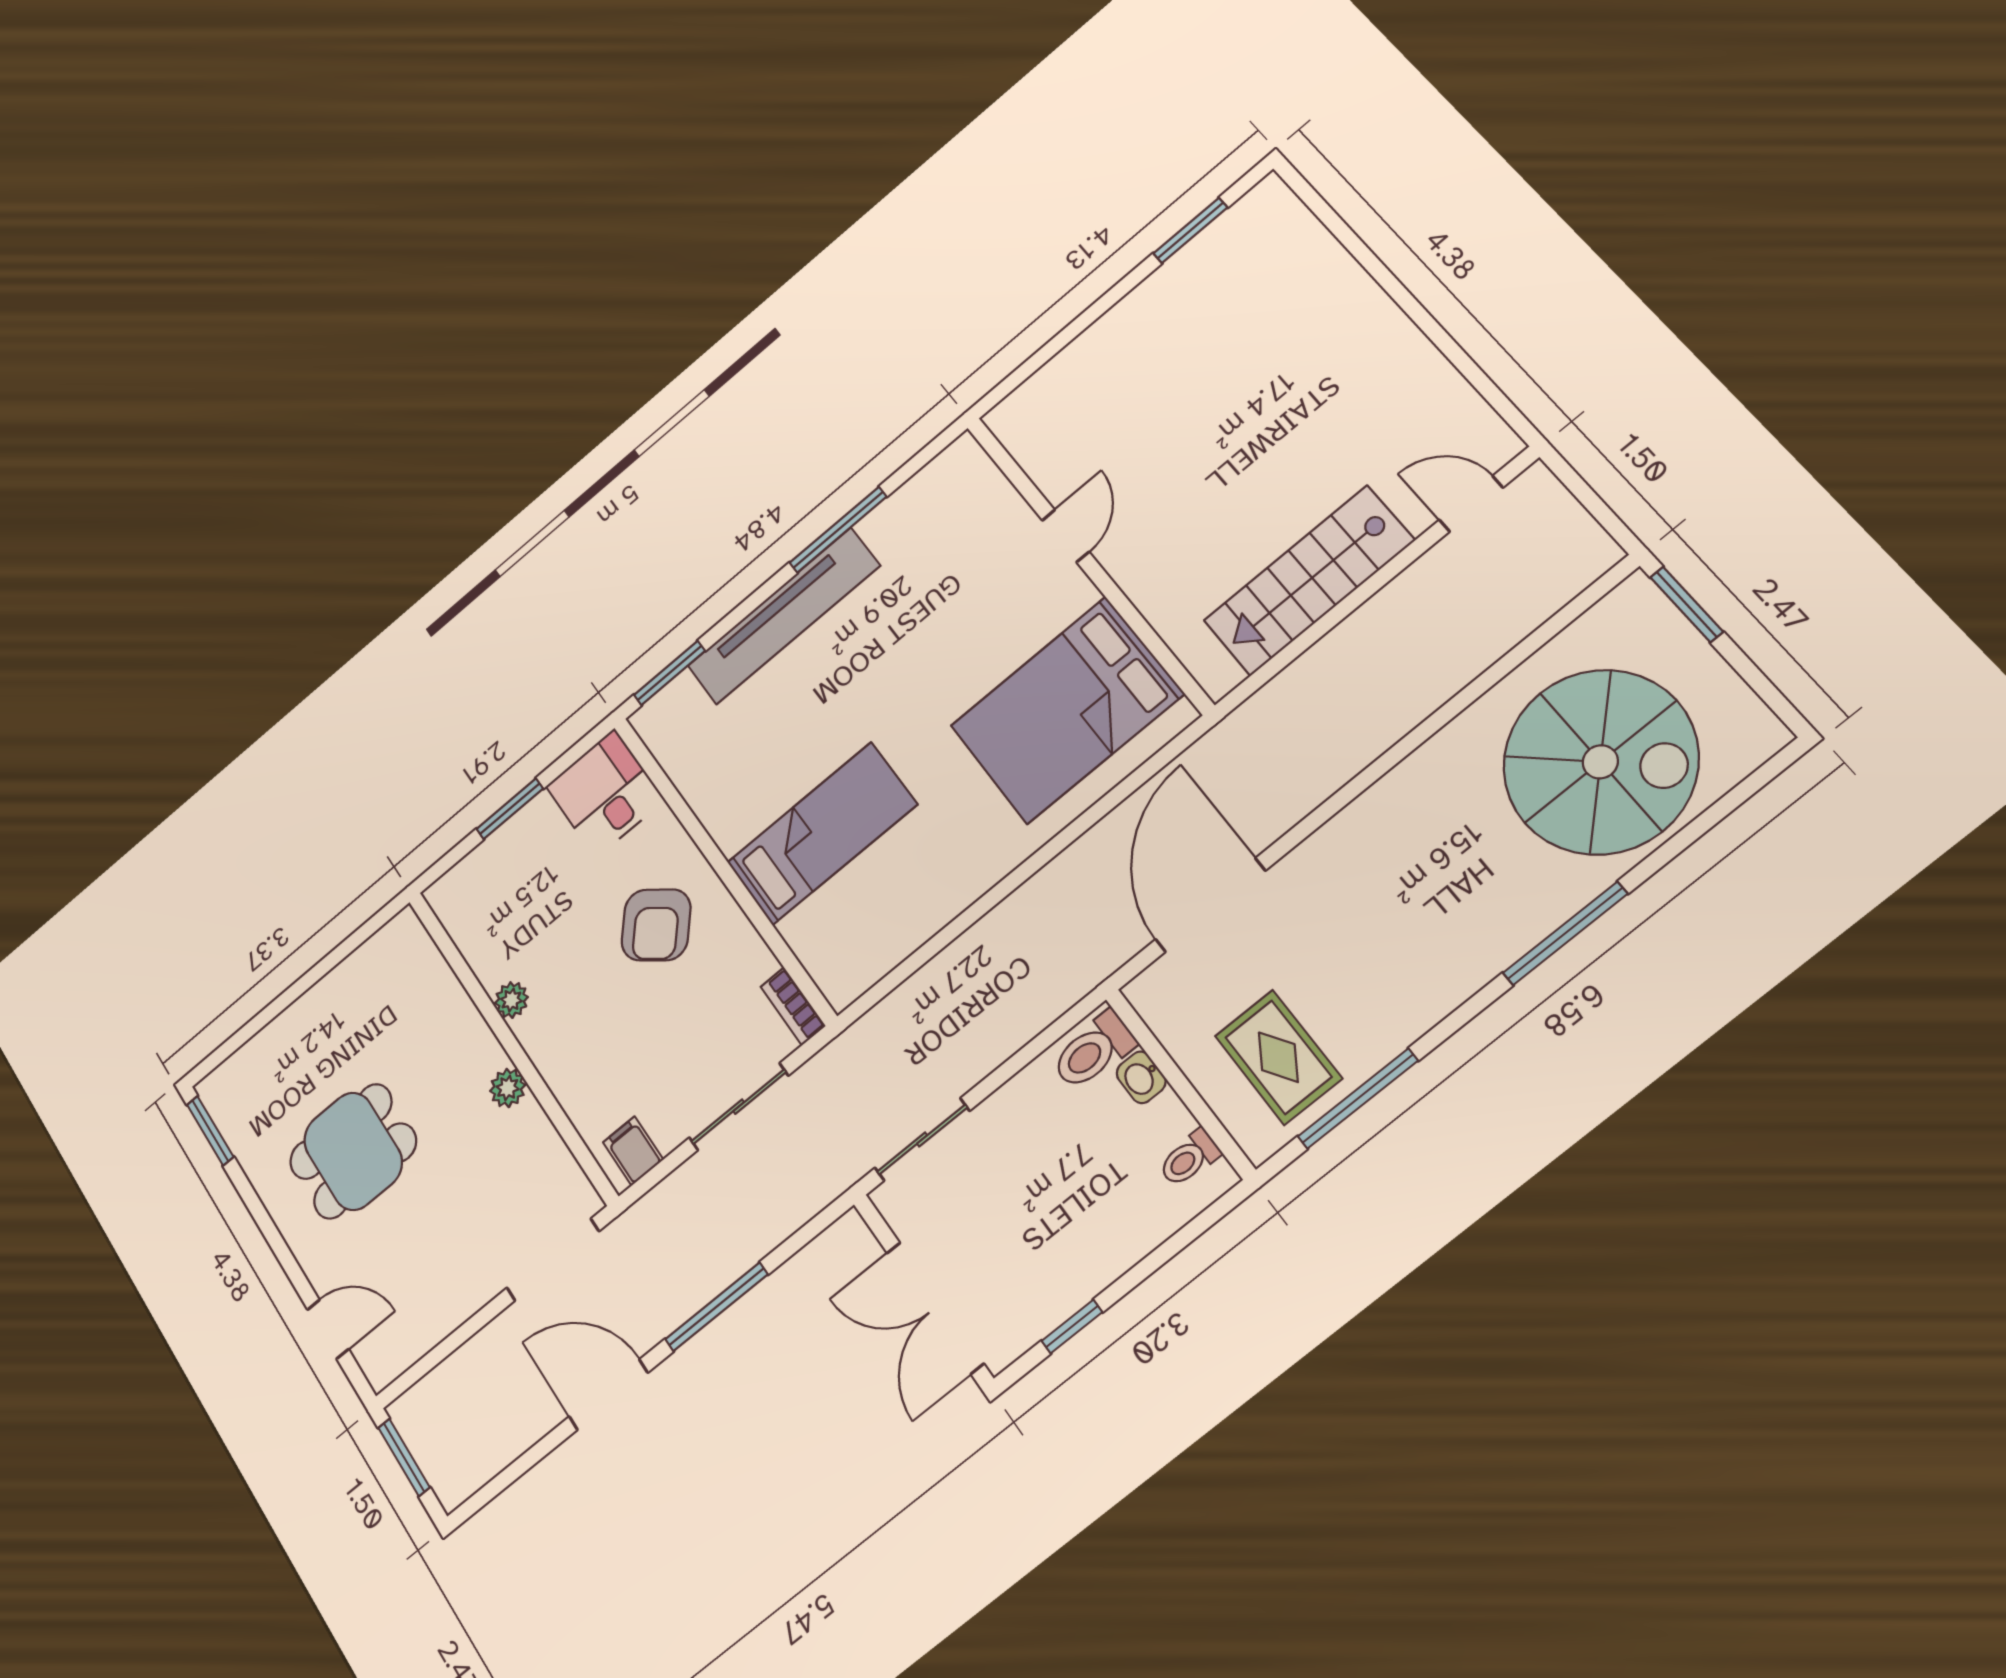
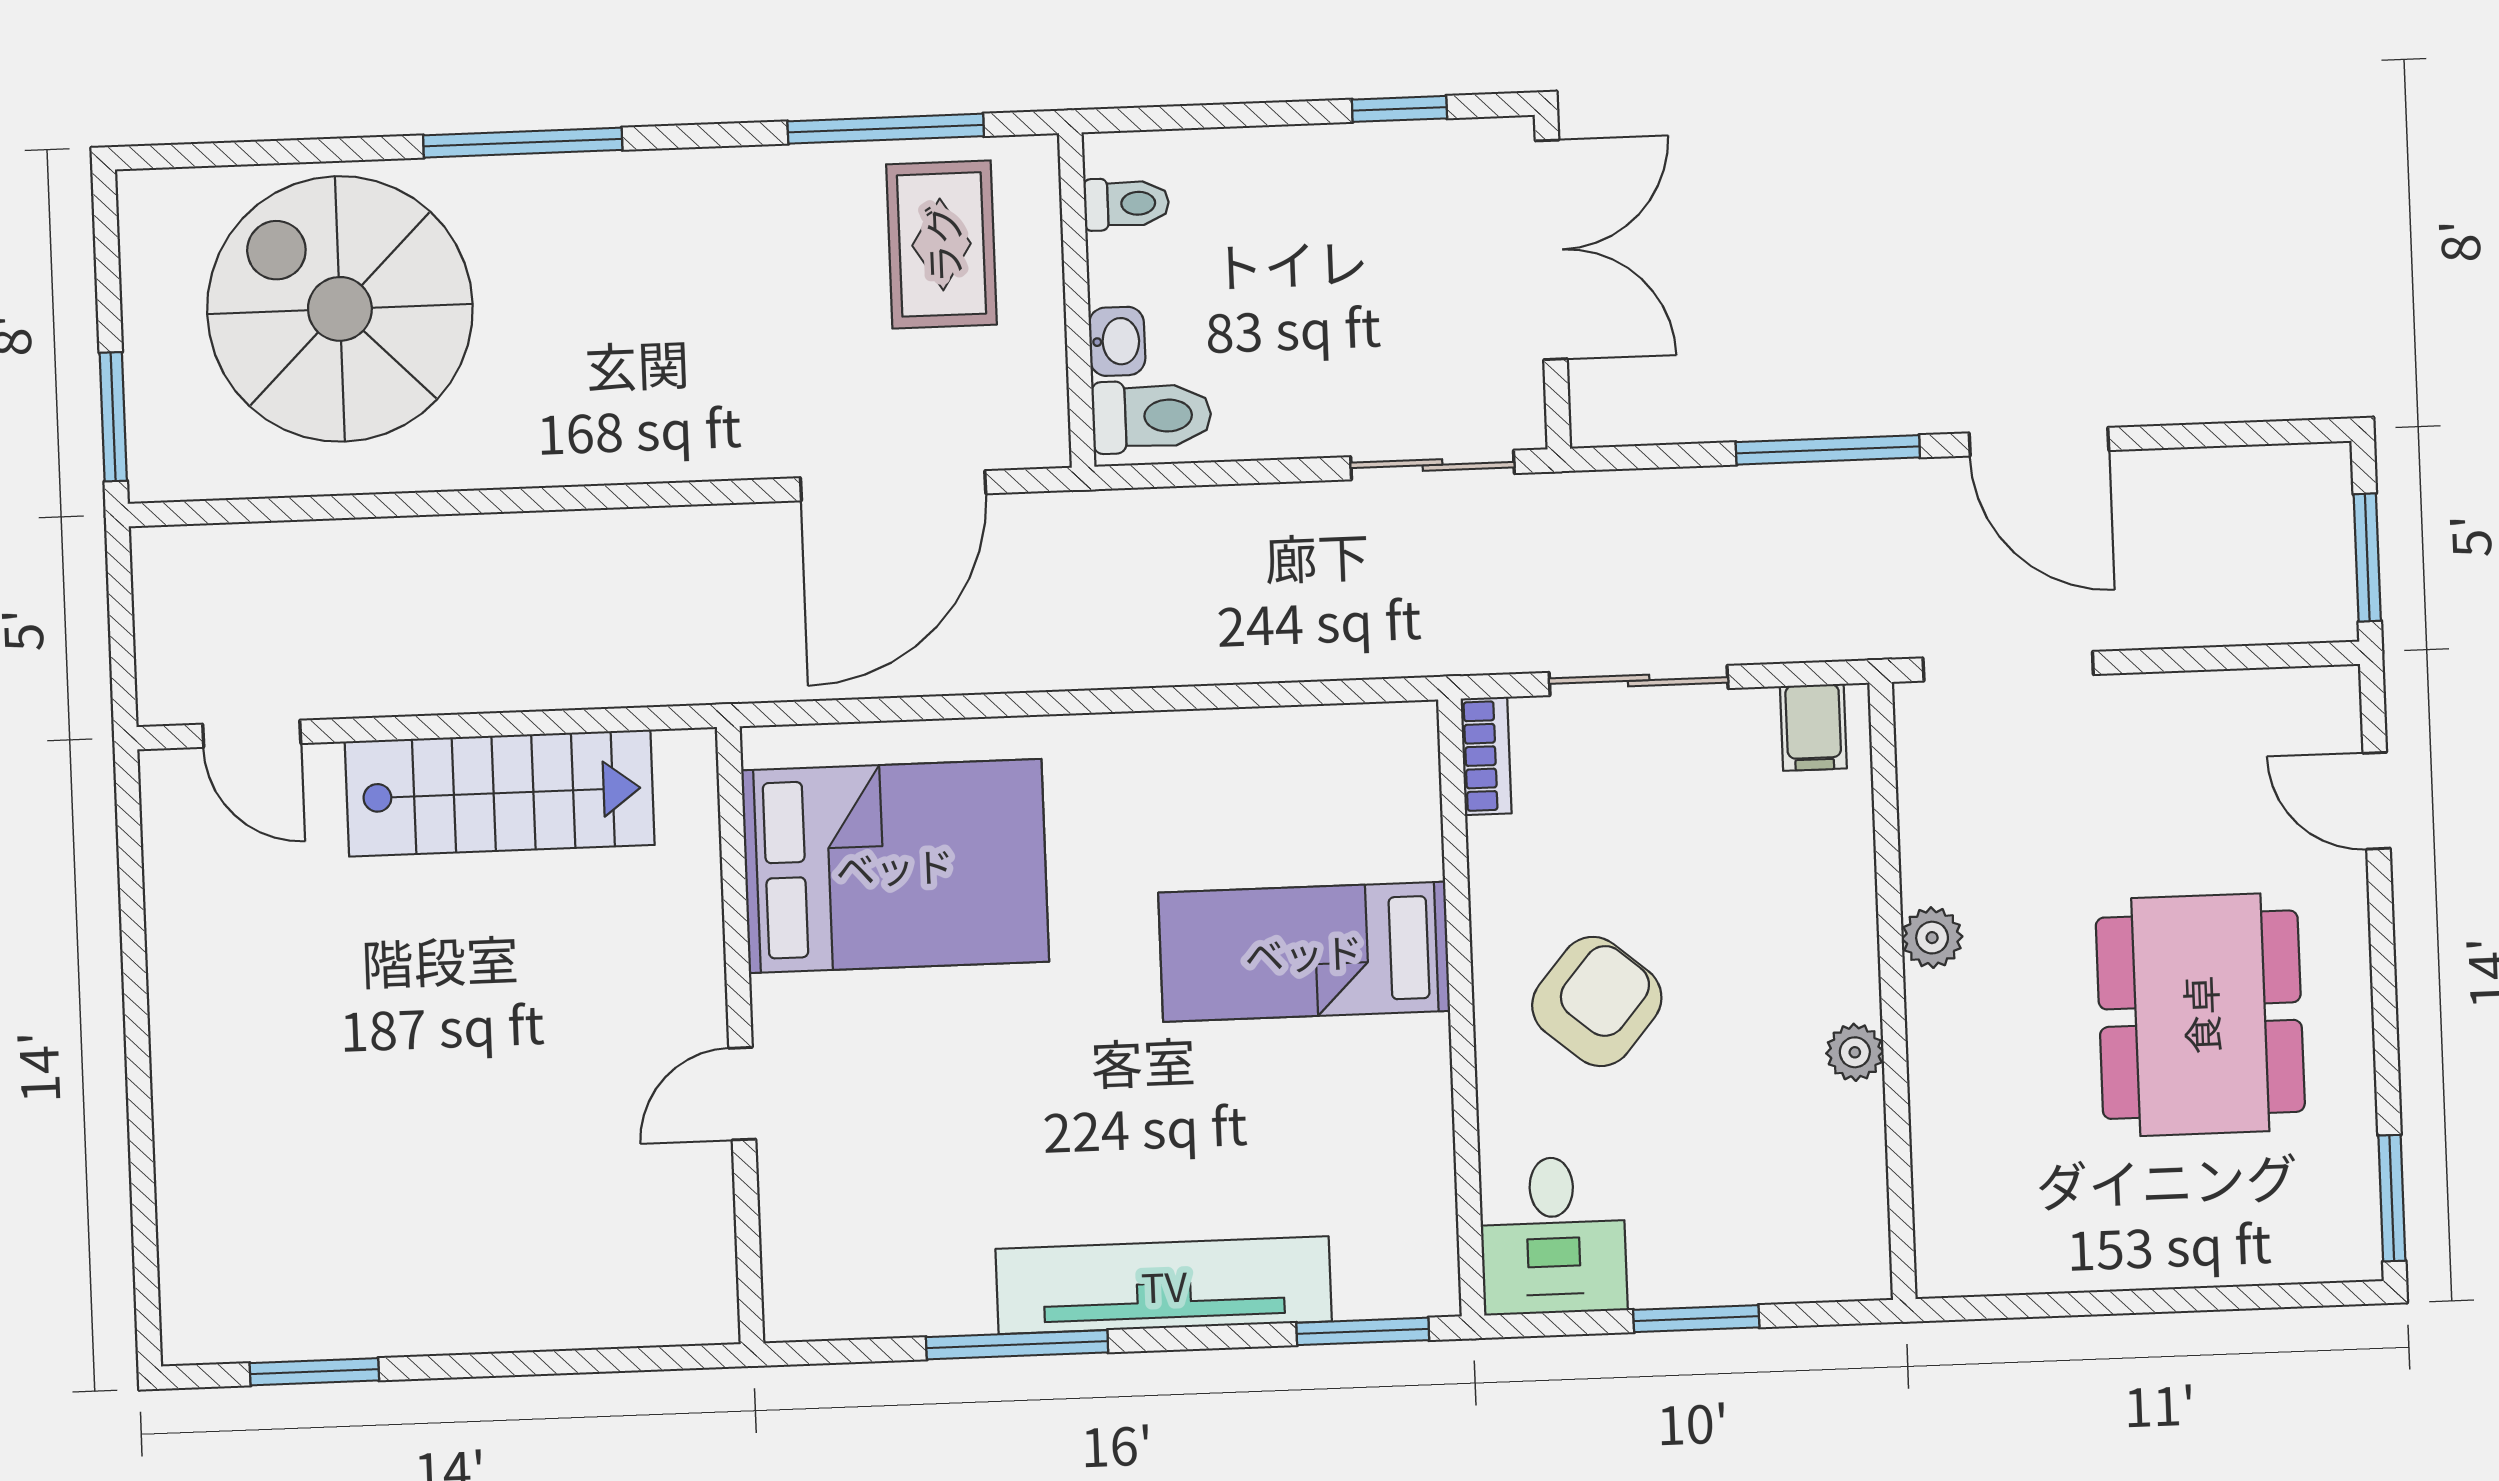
dining table: (353, 1151) -> (2200, 1015), width x1.37

